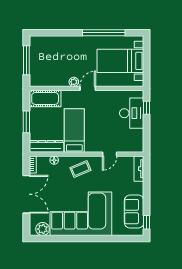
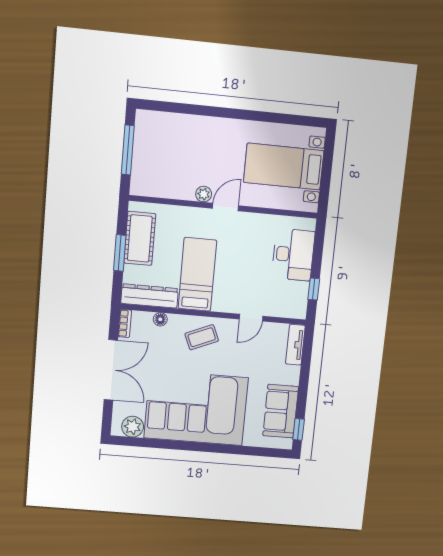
window: (104, 33) -> (261, 116), removed
cot: (45, 98) -> (140, 238), moved, turned 90
window: (147, 108) -> (314, 289), moved

